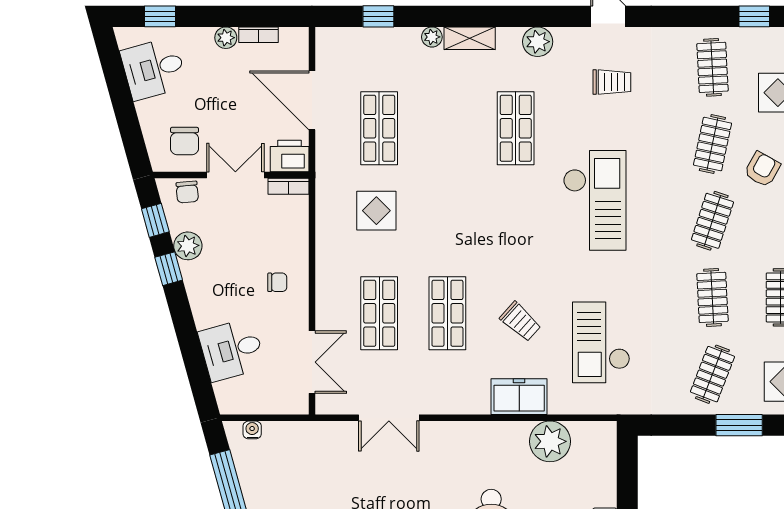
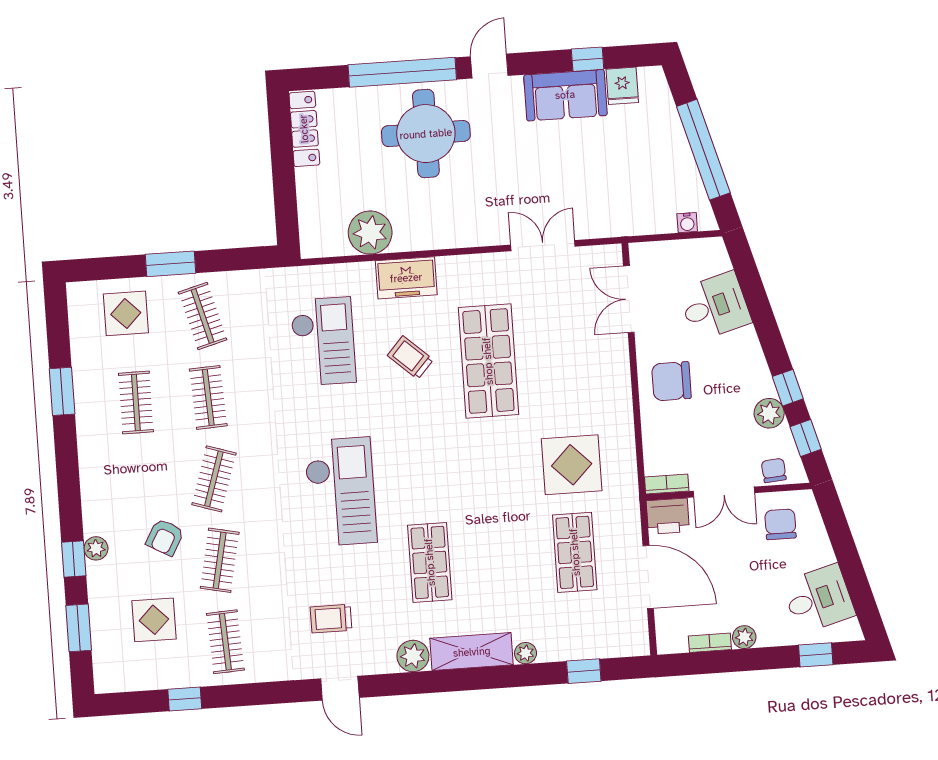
shelving: (470, 38) -> (472, 652), width x1.50, depth x1.33
checkout: (595, 200) -> (341, 492), turned 180
display table: (376, 211) -> (572, 465), width x1.36, depth x1.36
chair: (277, 282) -> (671, 381), width x1.87, depth x1.87
shop shelf: (379, 313) -> (561, 356), removed
shop shelf: (447, 313) -> (488, 361), width x1.43, depth x1.36
clothes rail: (712, 374) -> (203, 316), turned -36

